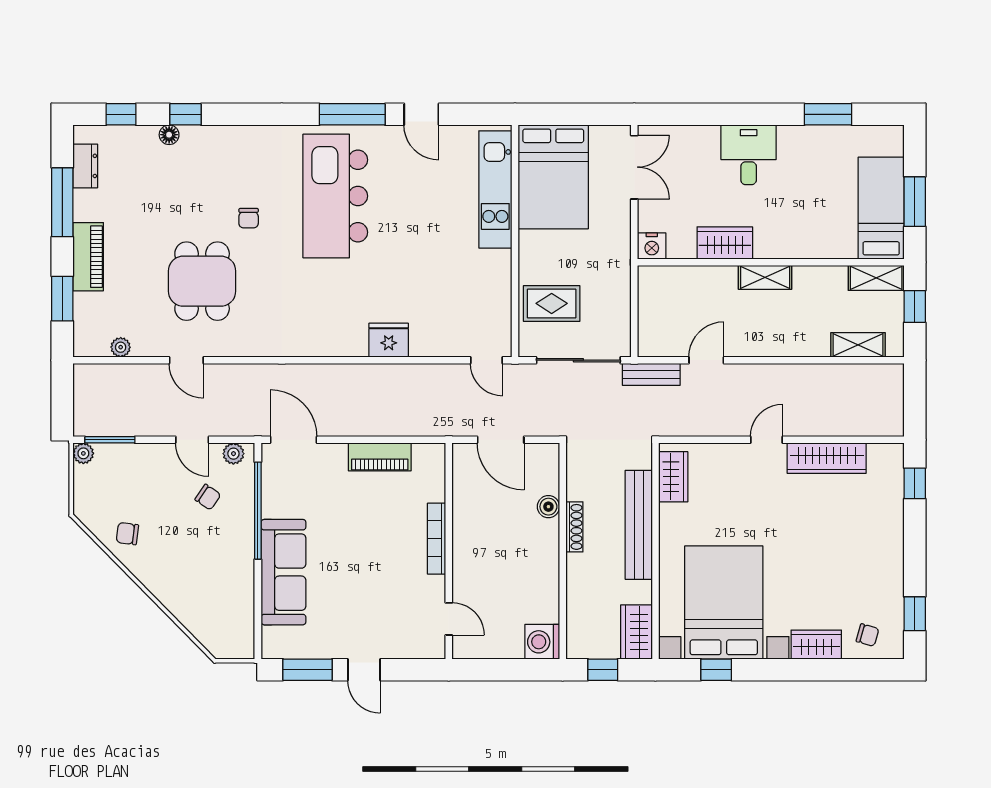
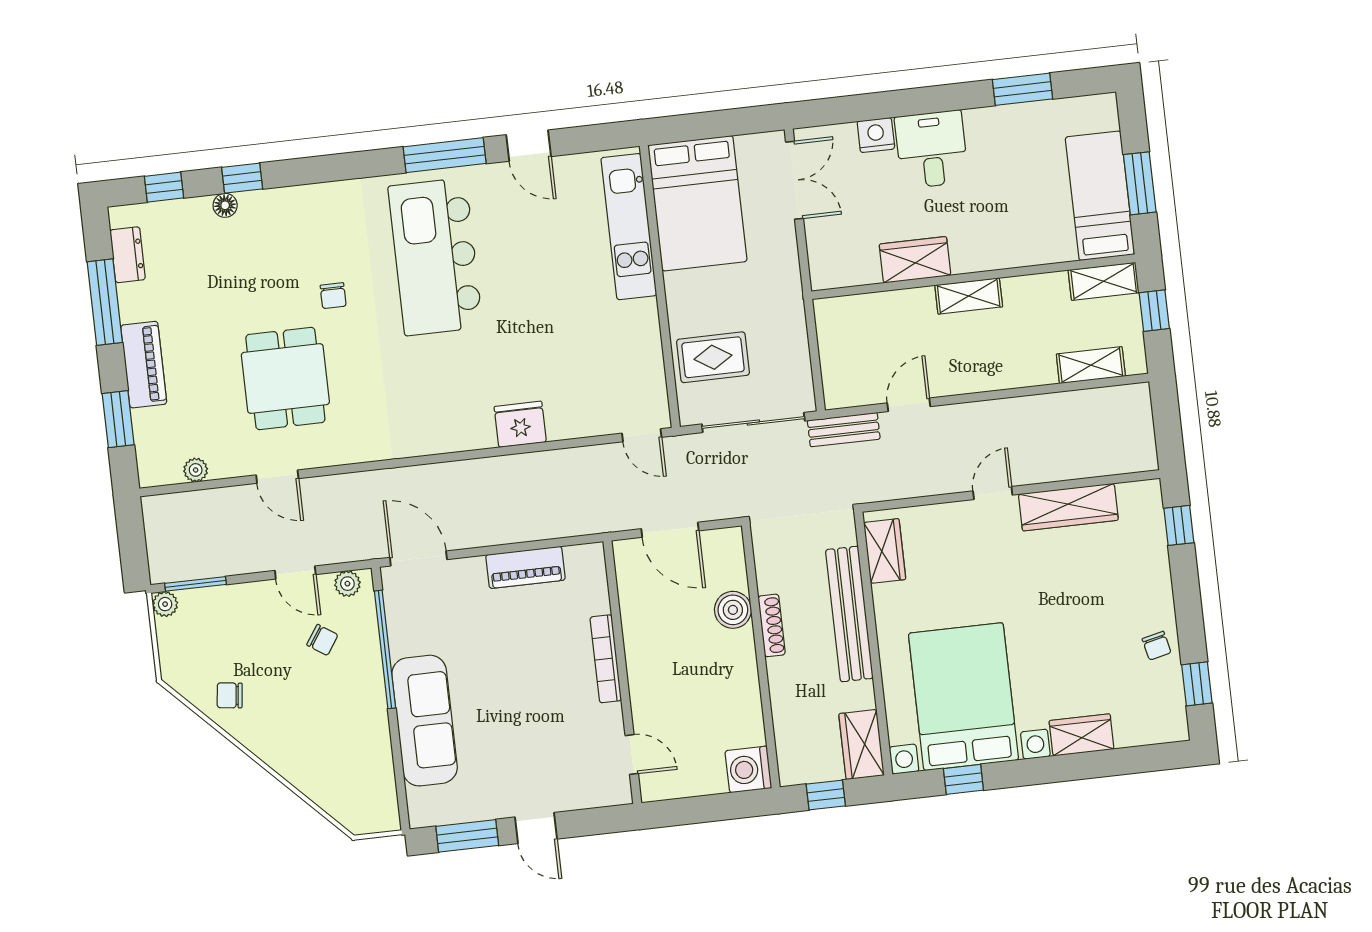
nightstand: (652, 246) -> (876, 135), moved, turned 180
boiler: (548, 507) -> (733, 610), width x1.36, depth x1.36
chair: (868, 635) -> (1157, 646), moved, turned 61

